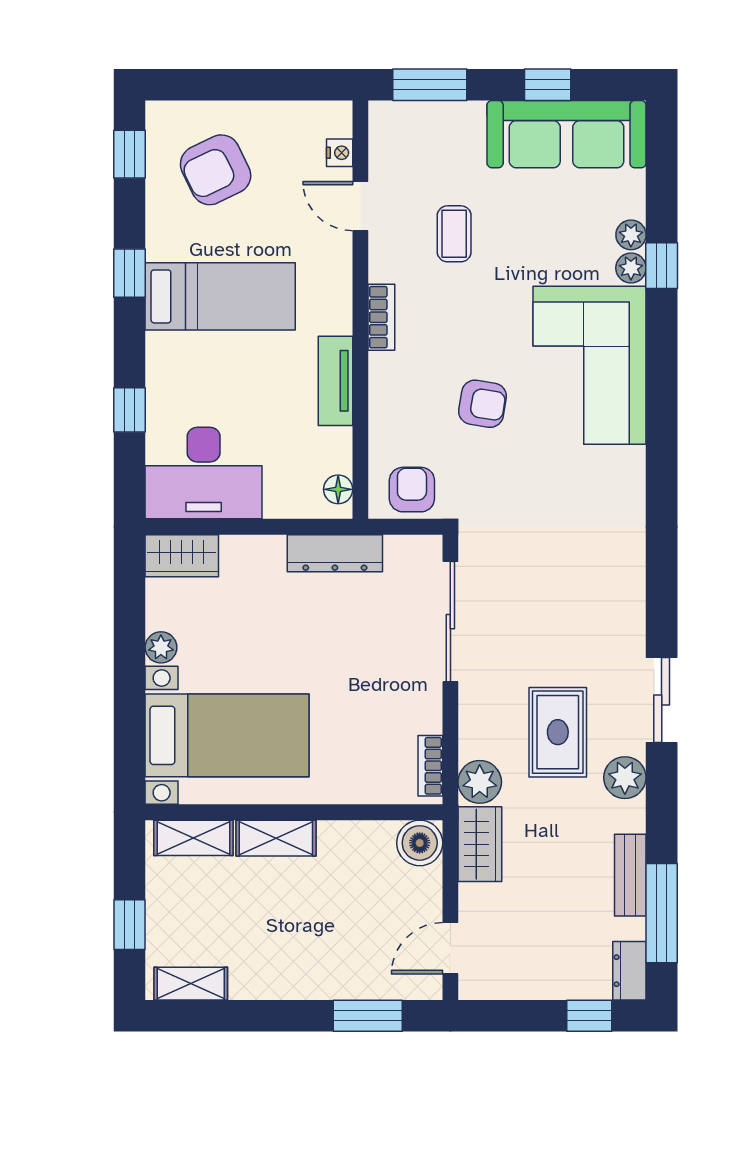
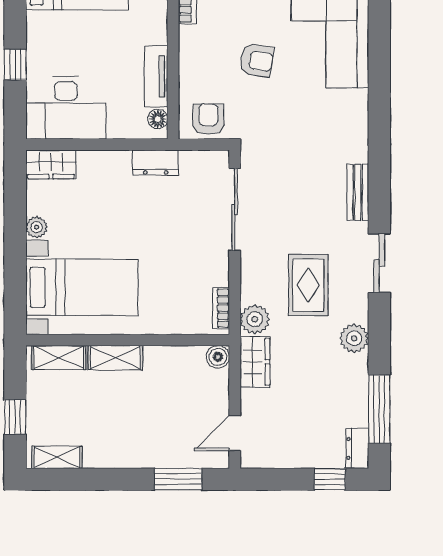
tv unit: (335, 381) -> (156, 76), moved
dresser: (335, 553) -> (156, 163), width x0.70
plant: (625, 778) -> (354, 338), moved
boiler: (420, 843) -> (218, 357), width x0.73, depth x0.73
bench: (630, 875) -> (358, 192), moved

